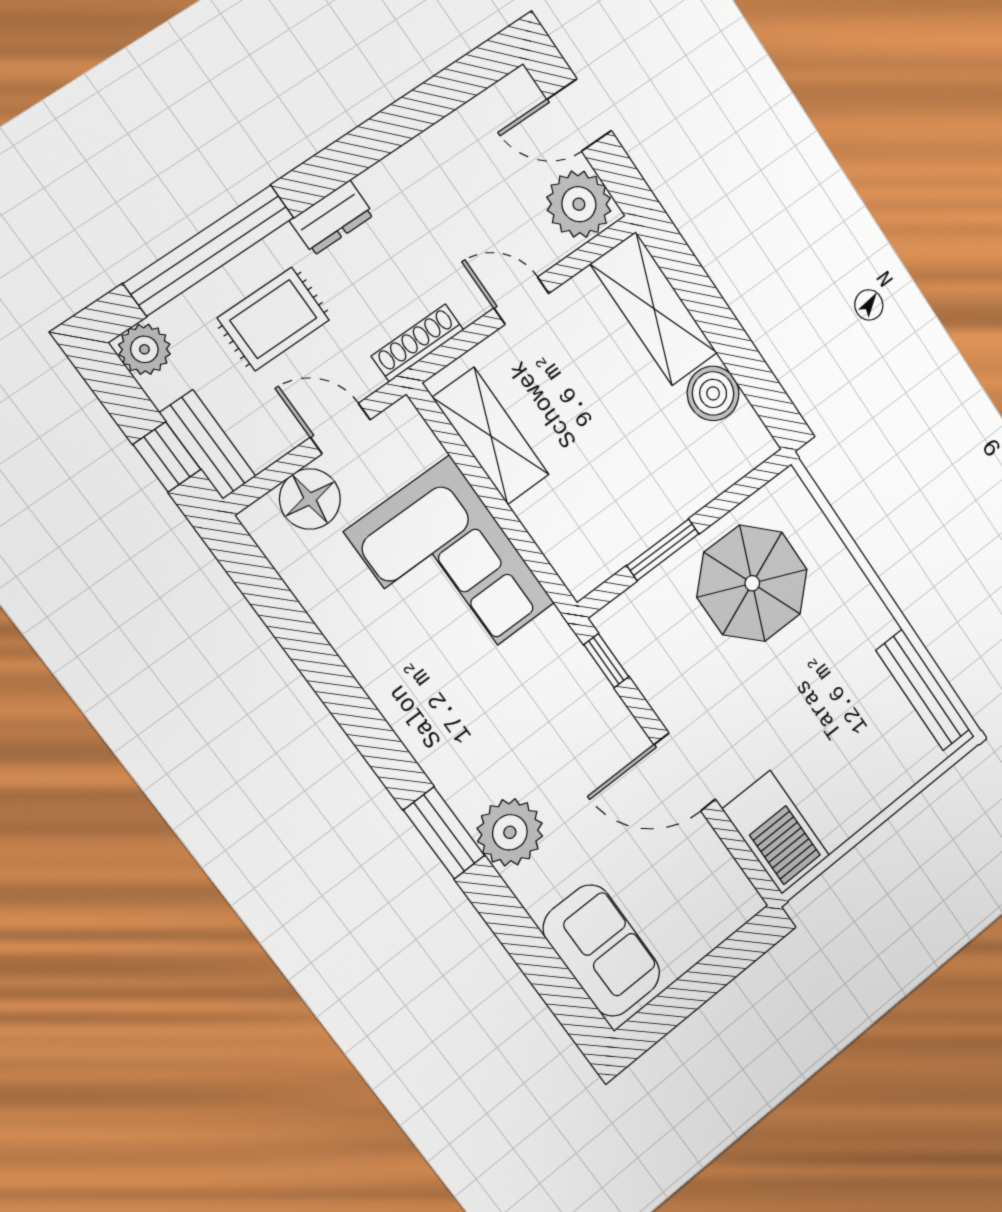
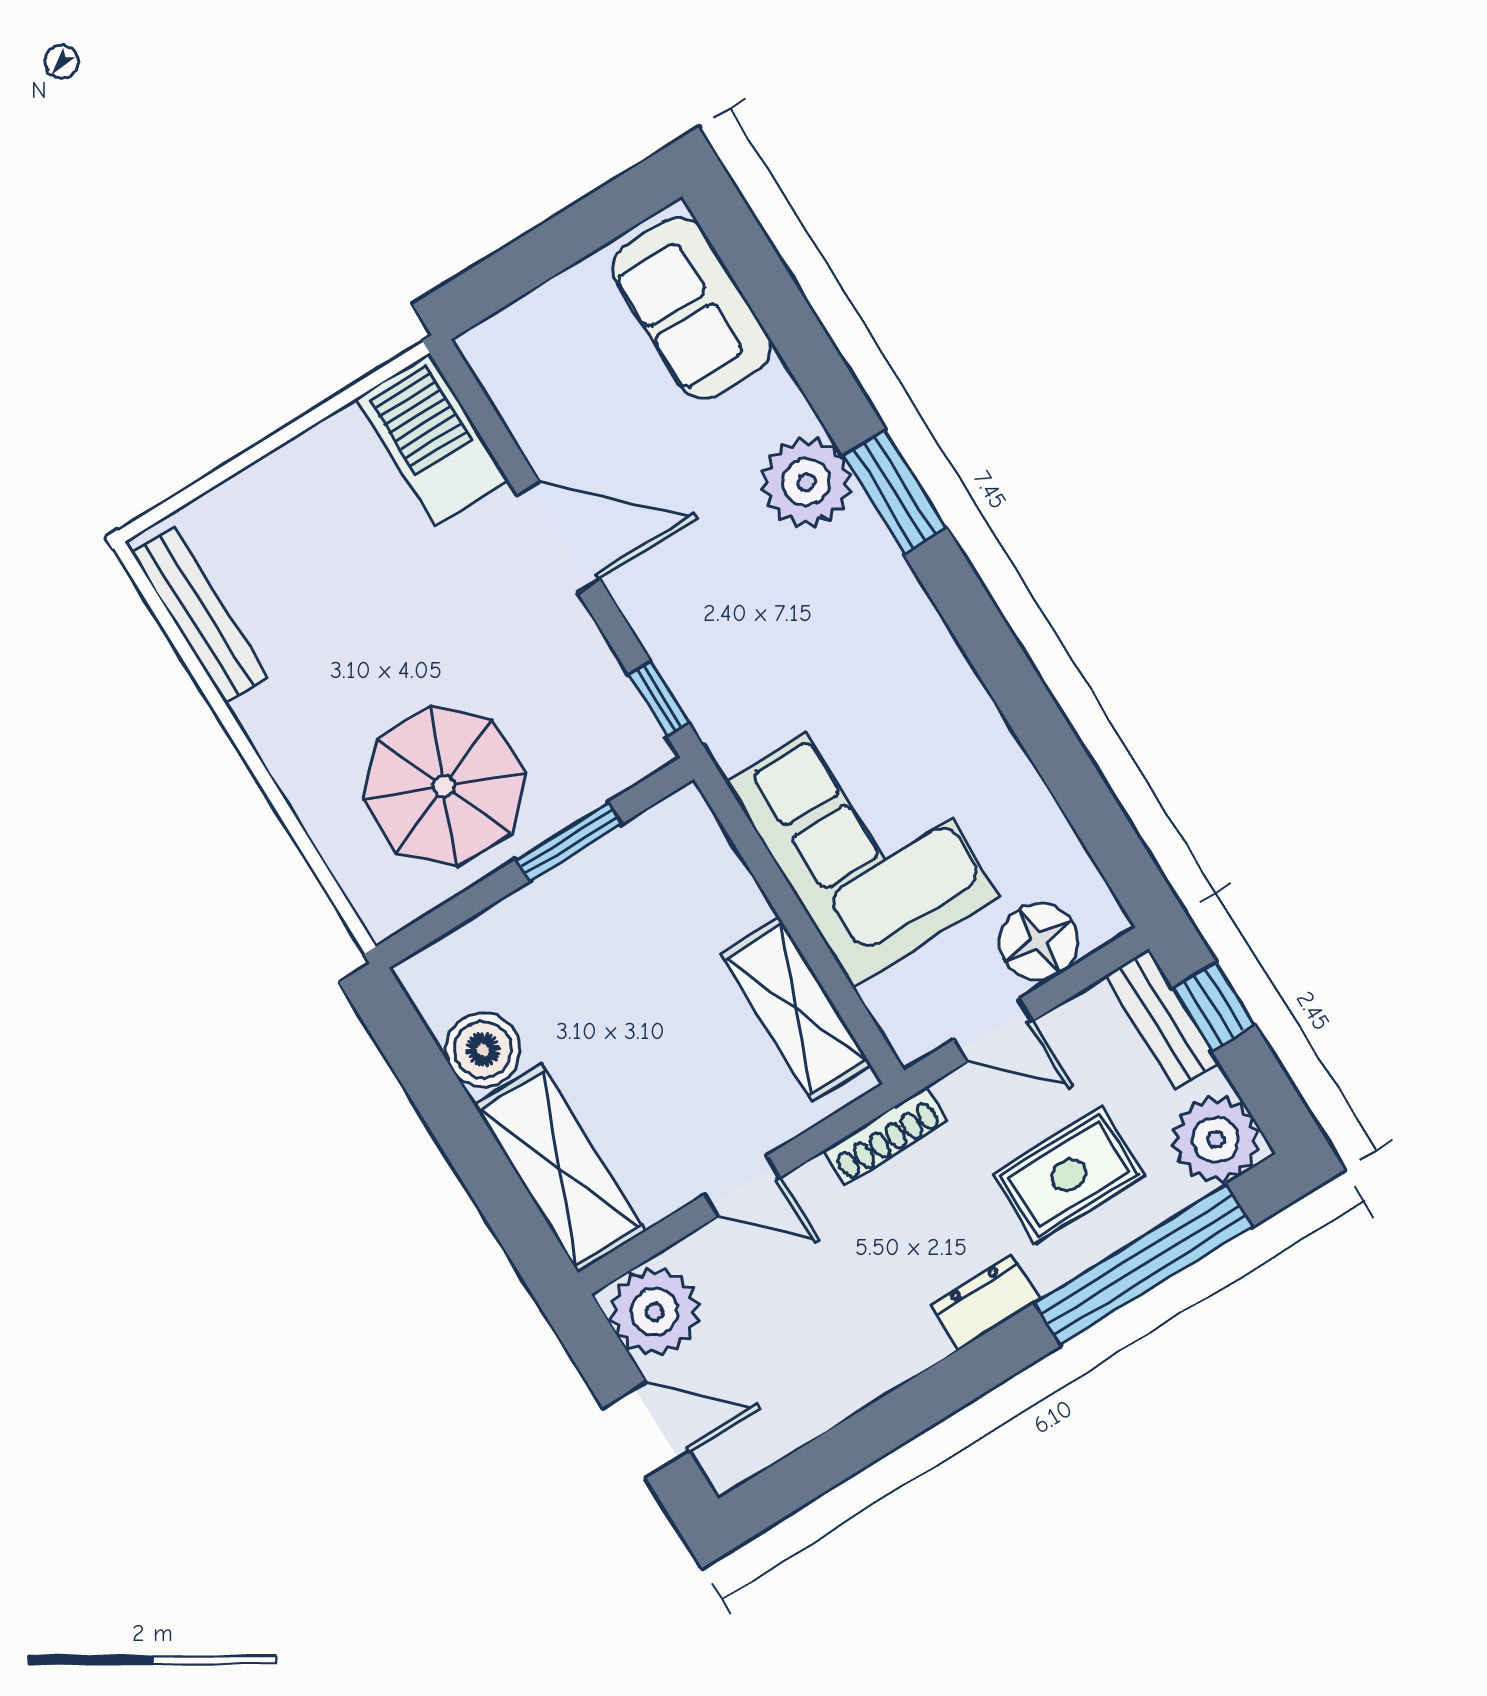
plant: (144, 349) -> (1216, 1139), width x1.36, depth x1.36

